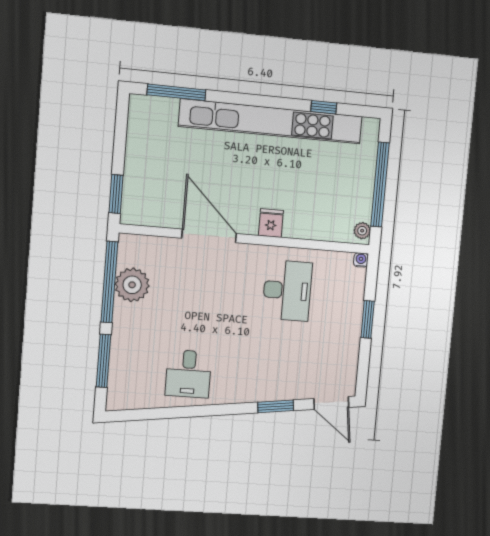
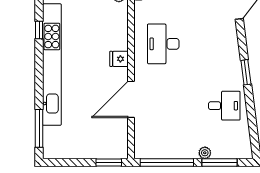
plant: (132, 285) -> (205, 153), moved, width x0.53, depth x0.53
desk: (287, 290) -> (163, 44), turned -90
window: (276, 406) -> (246, 72), moved

